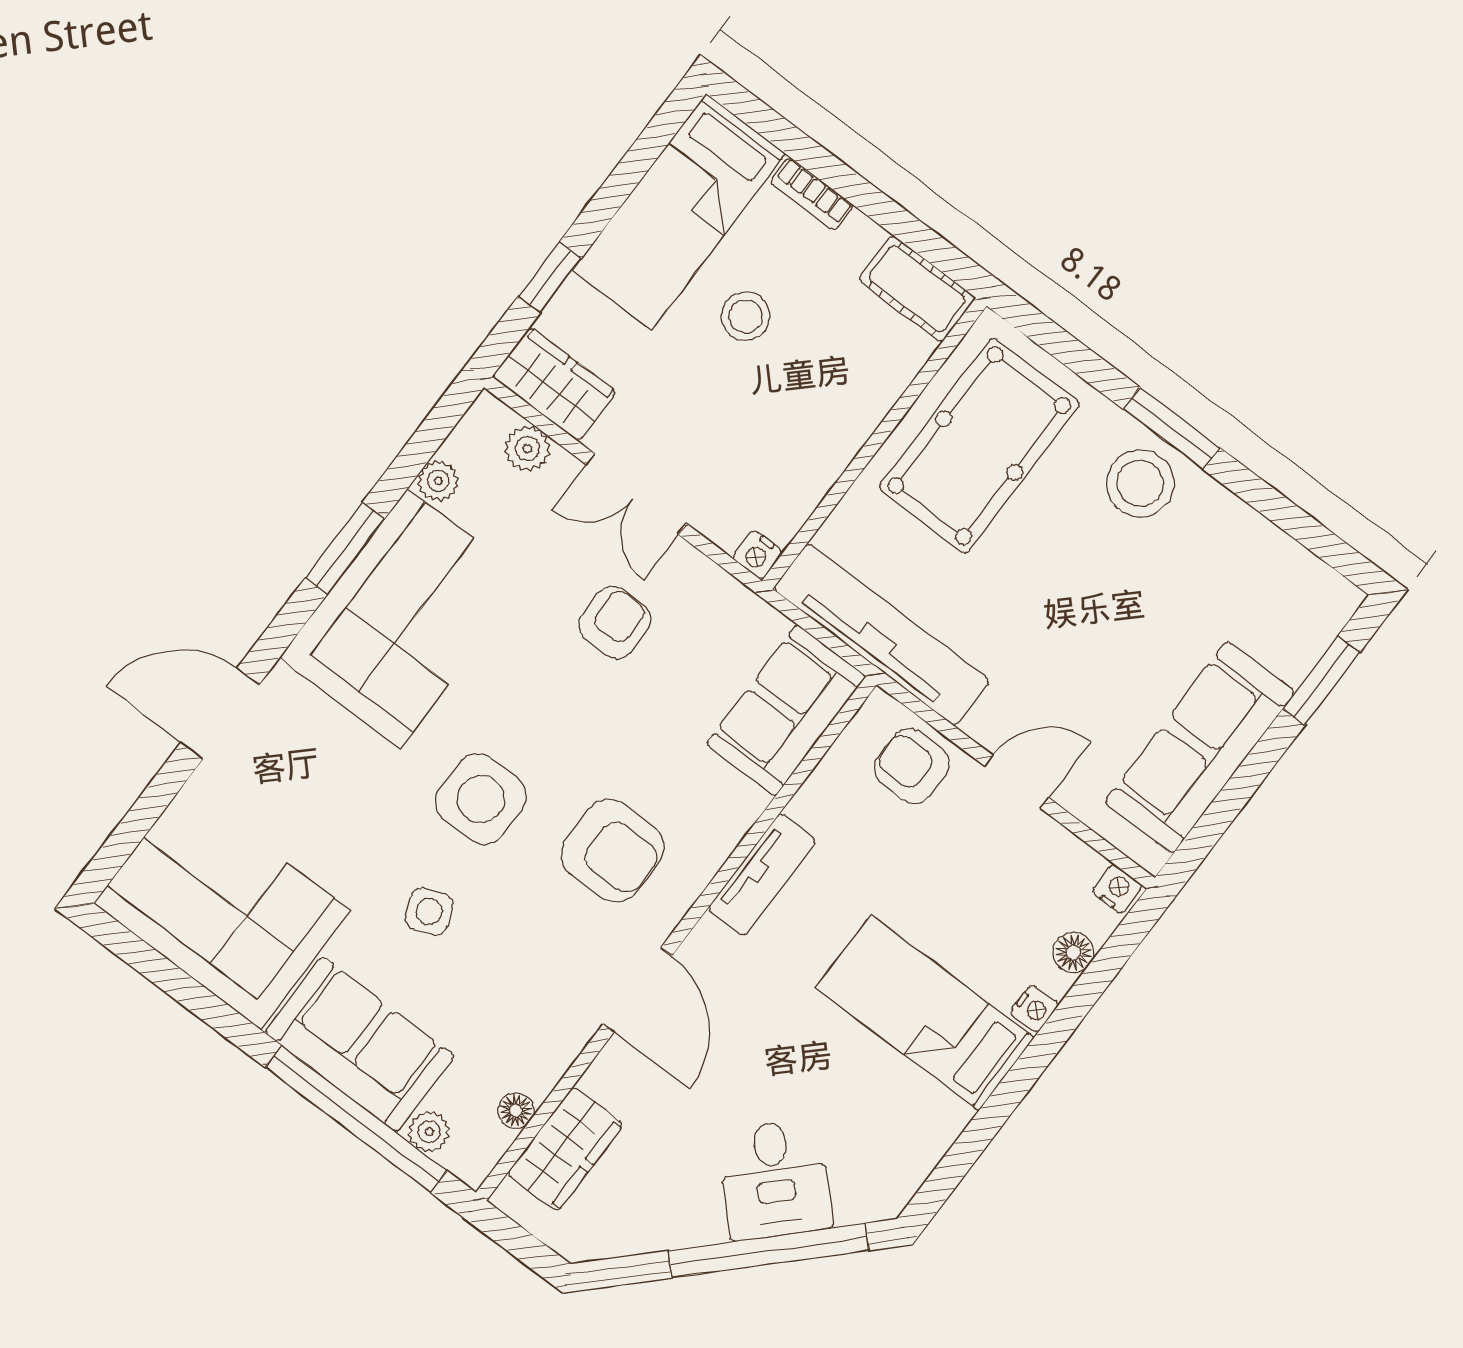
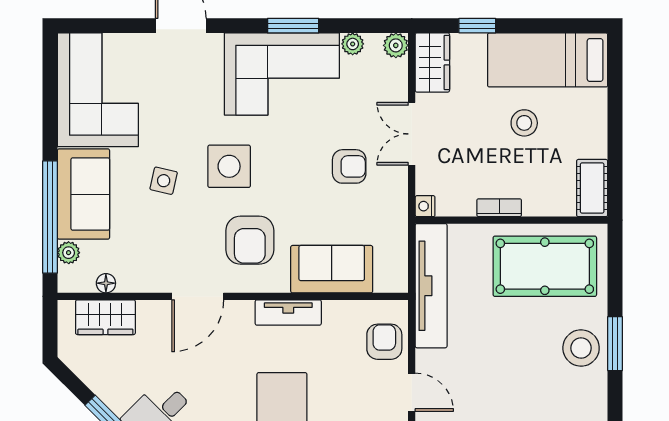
bookcase: (812, 194) -> (499, 208), moved, turned 90
plant: (527, 449) -> (396, 45), moved
sofa: (786, 710) -> (332, 269), moved
side table: (429, 911) -> (164, 181), turned 34

